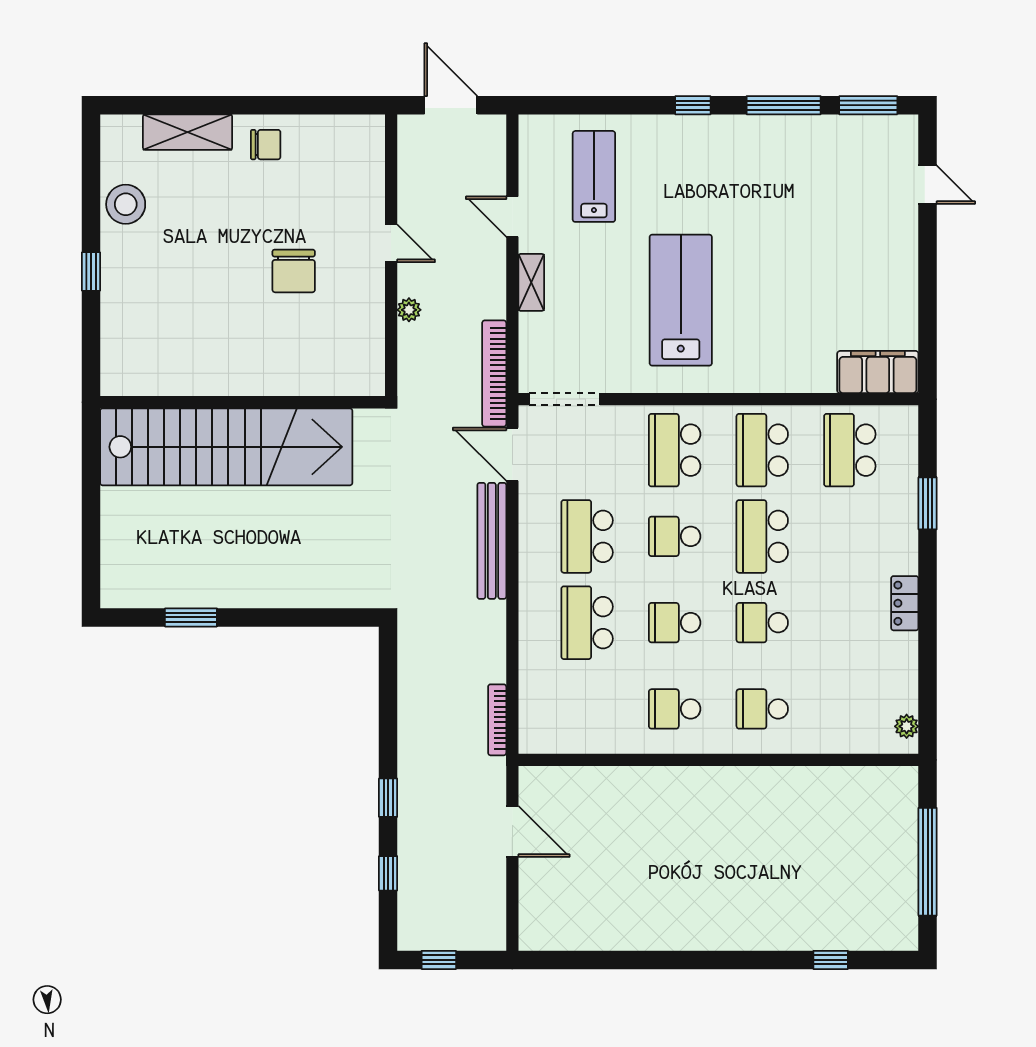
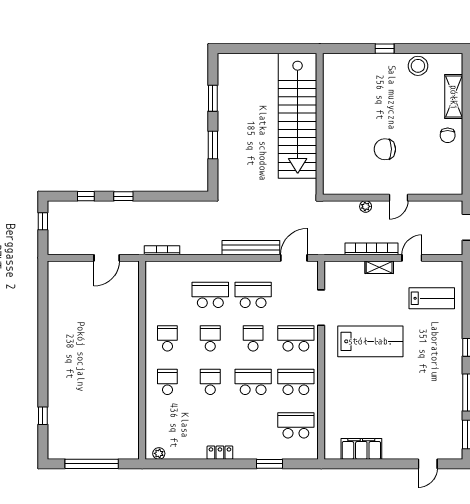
filing cabinet: (878, 372) -> (361, 449), moved, turned -90
bookcase: (494, 374) -> (371, 249), moved
doorway: (565, 399) -> (321, 308), moved
window: (285, 617) -> (213, 145), added

